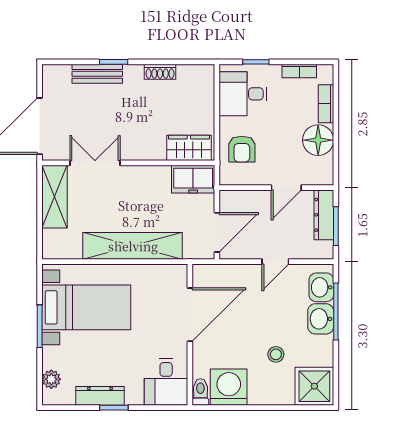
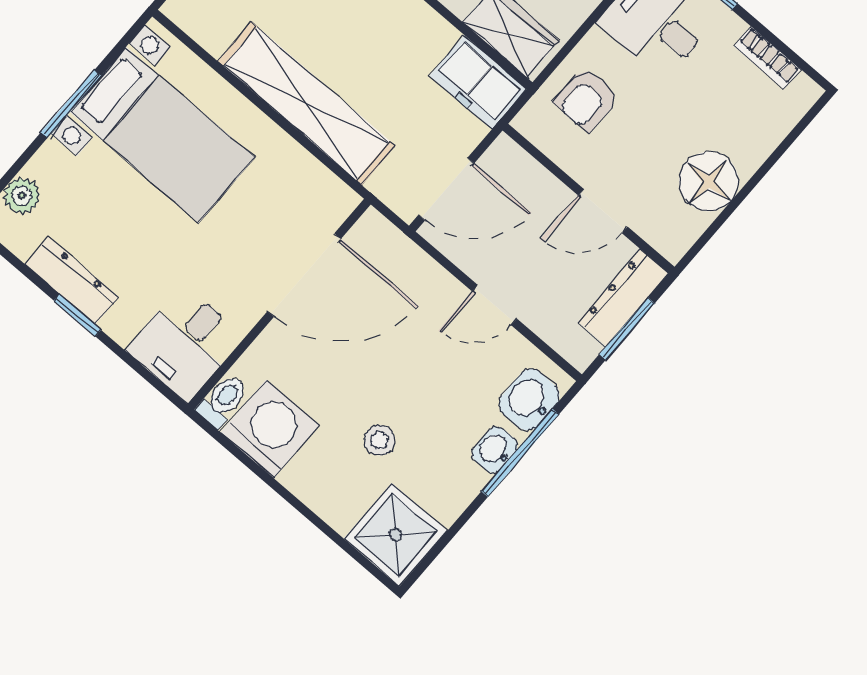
bookcase: (326, 104) -> (766, 139), removed
washbasin: (321, 319) -> (495, 450), width x0.72, depth x0.69

